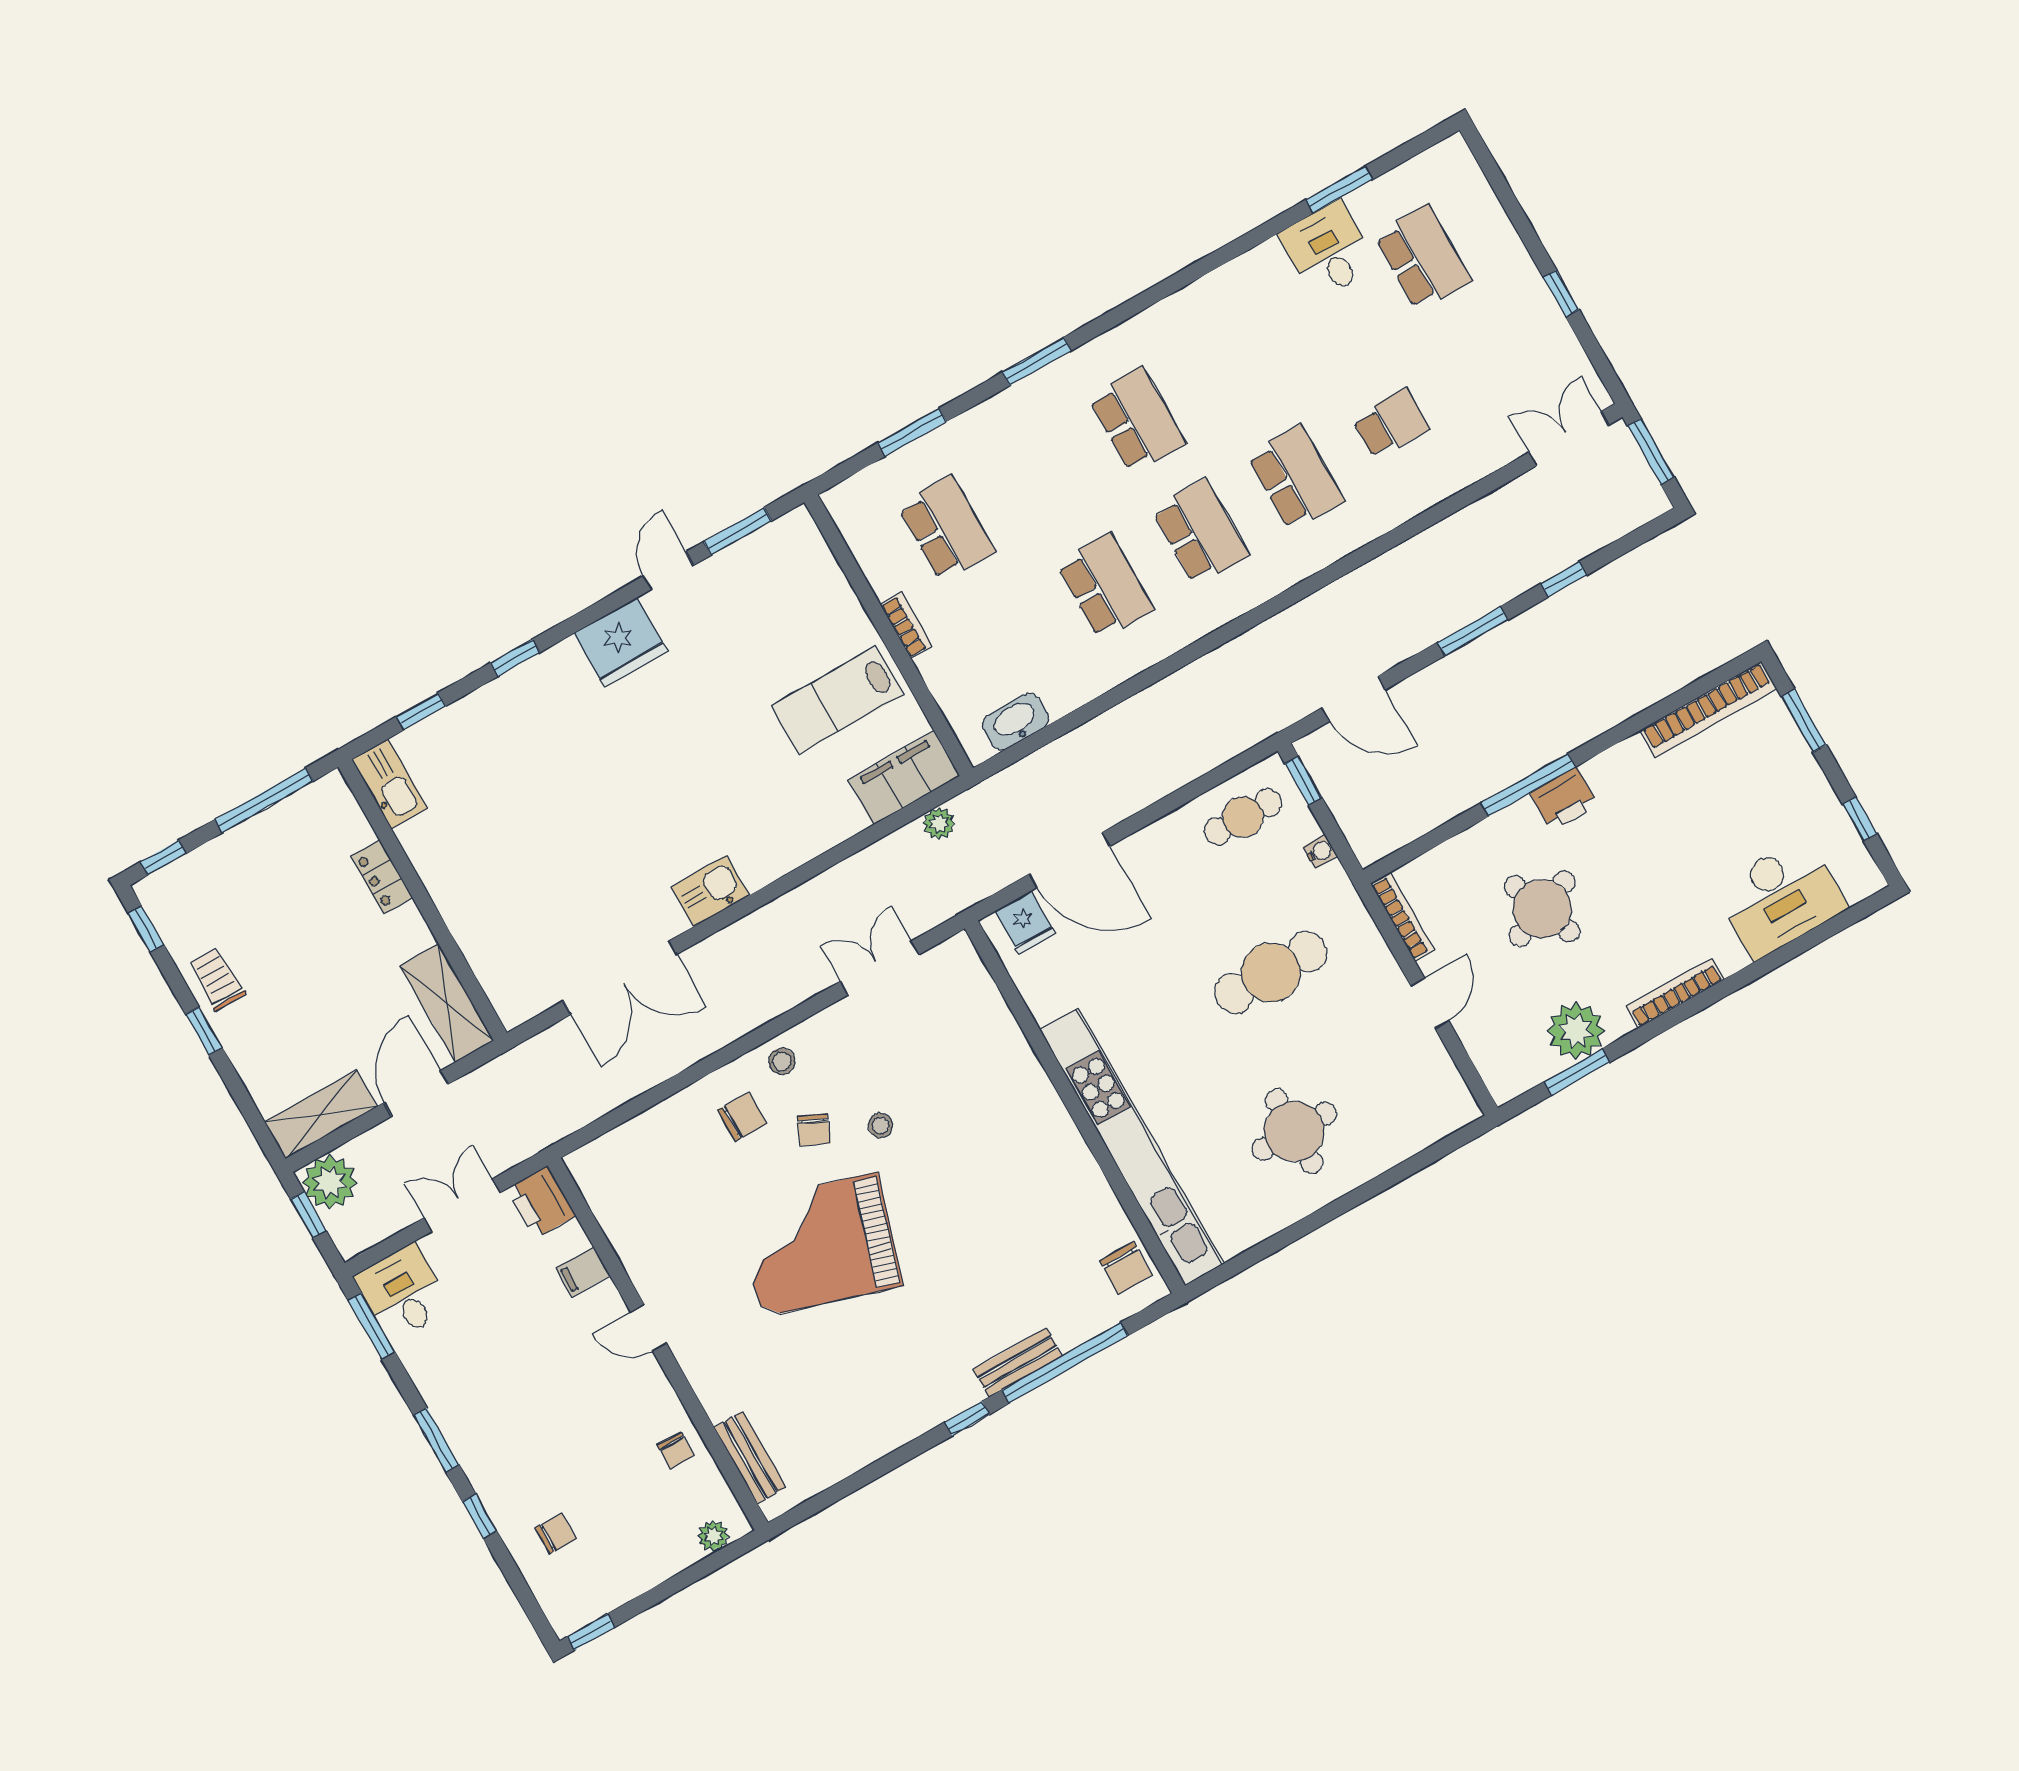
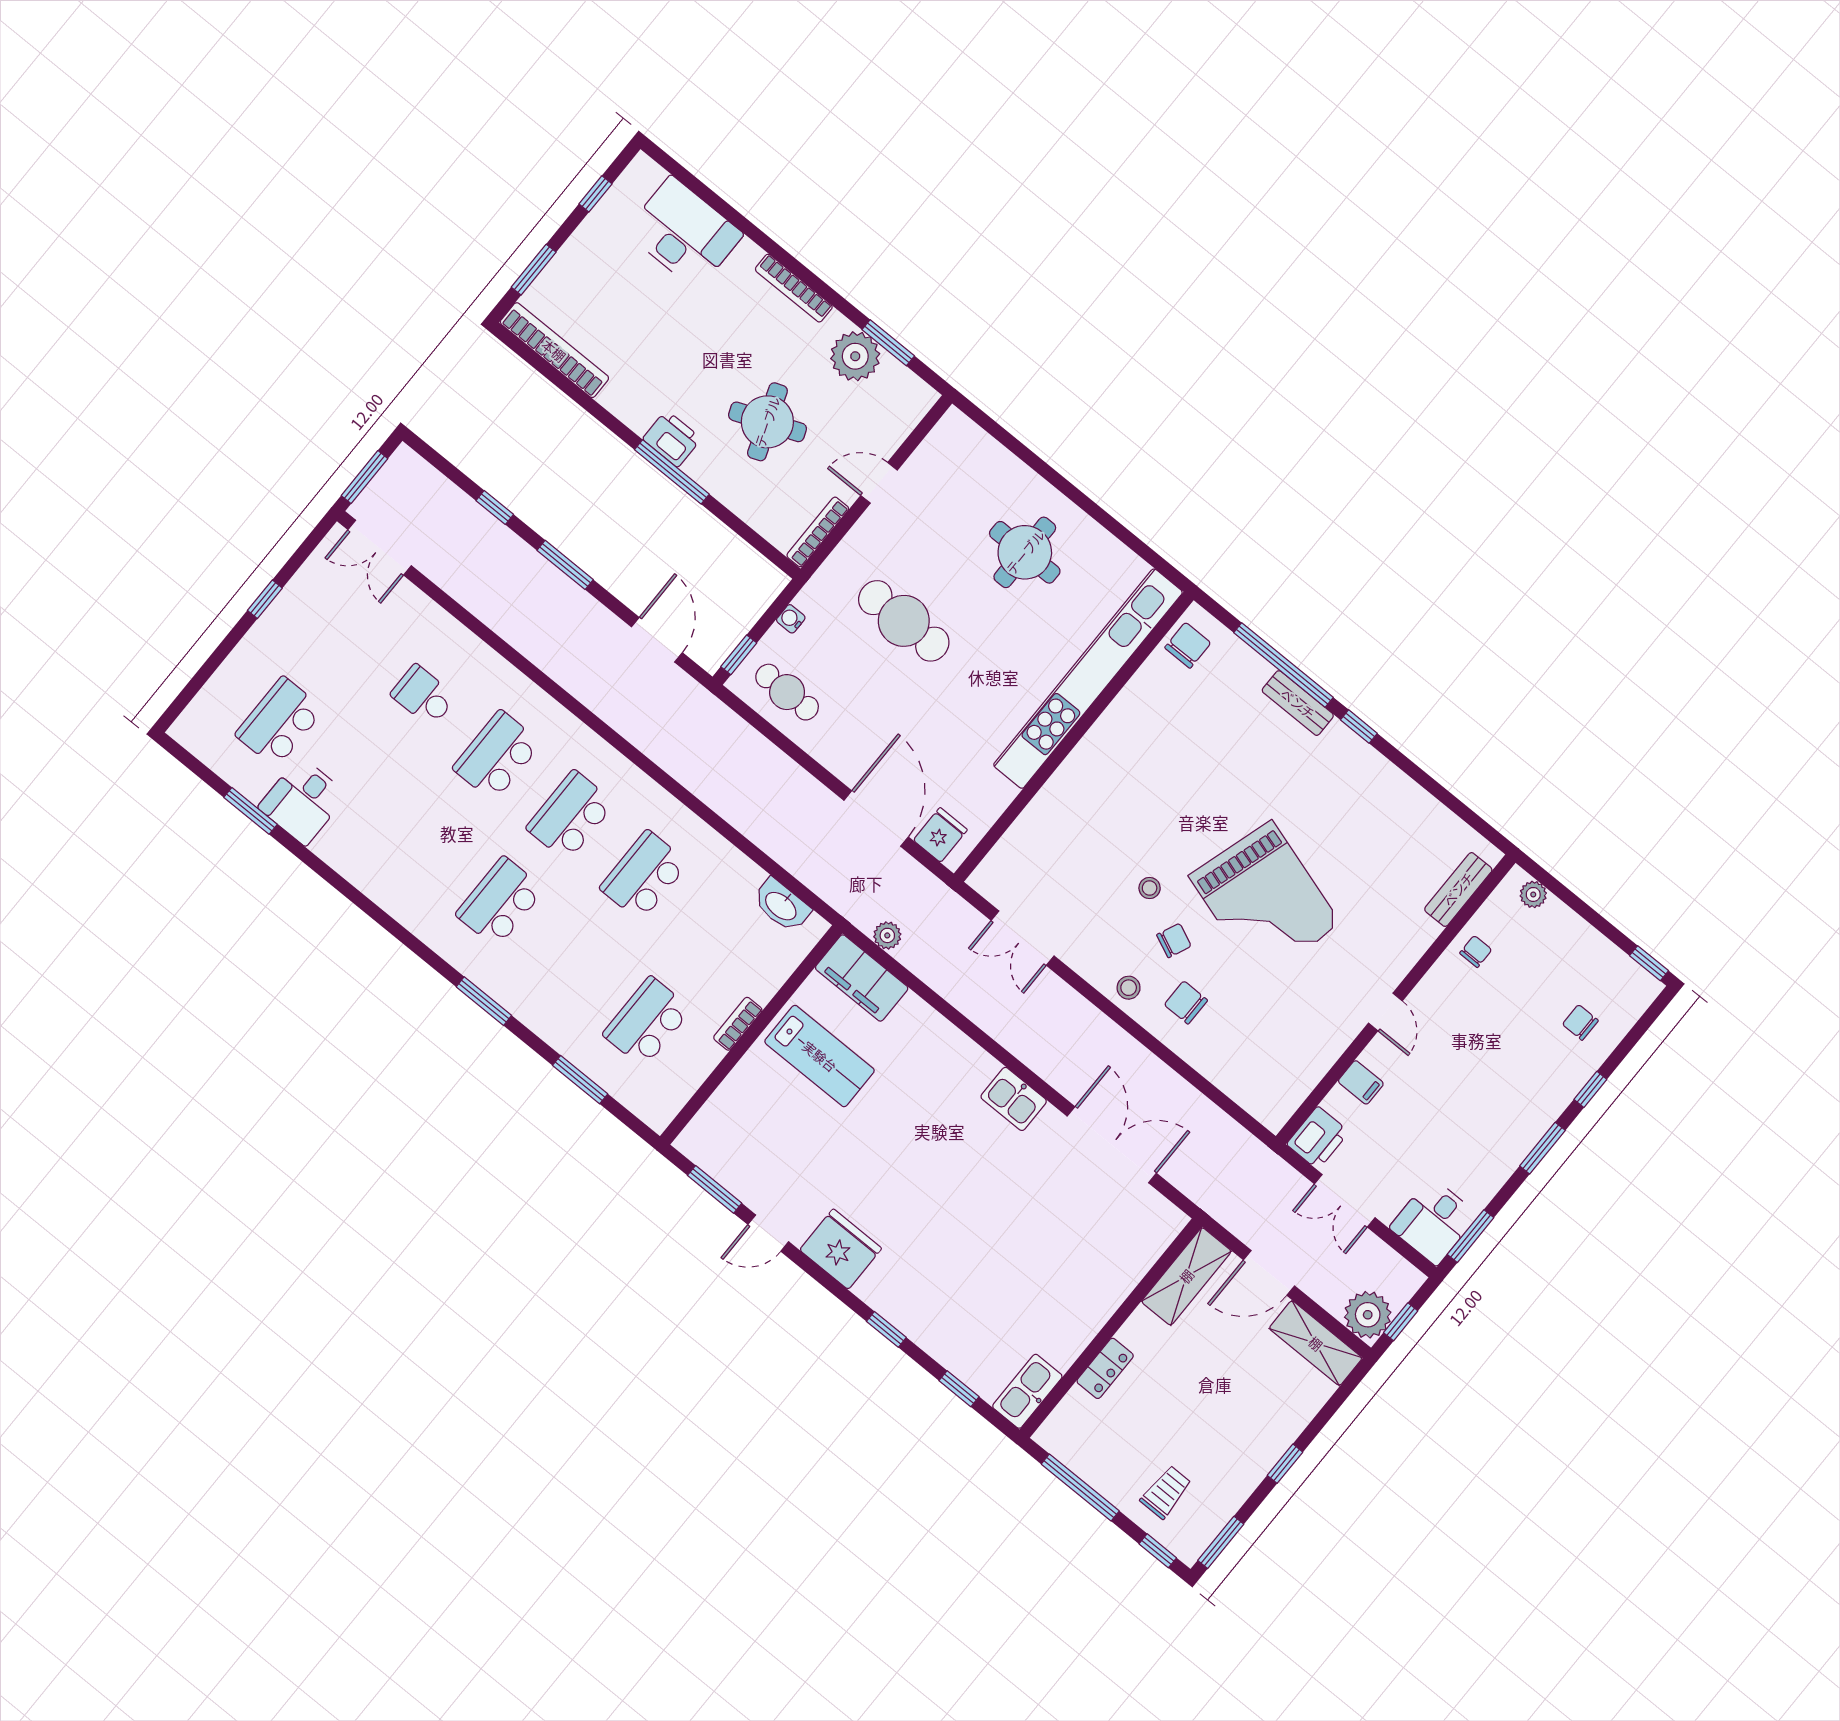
window: (146, 929) -> (1221, 1542), width x1.50
trolley: (217, 979) -> (1166, 1492), moved, turned 180

